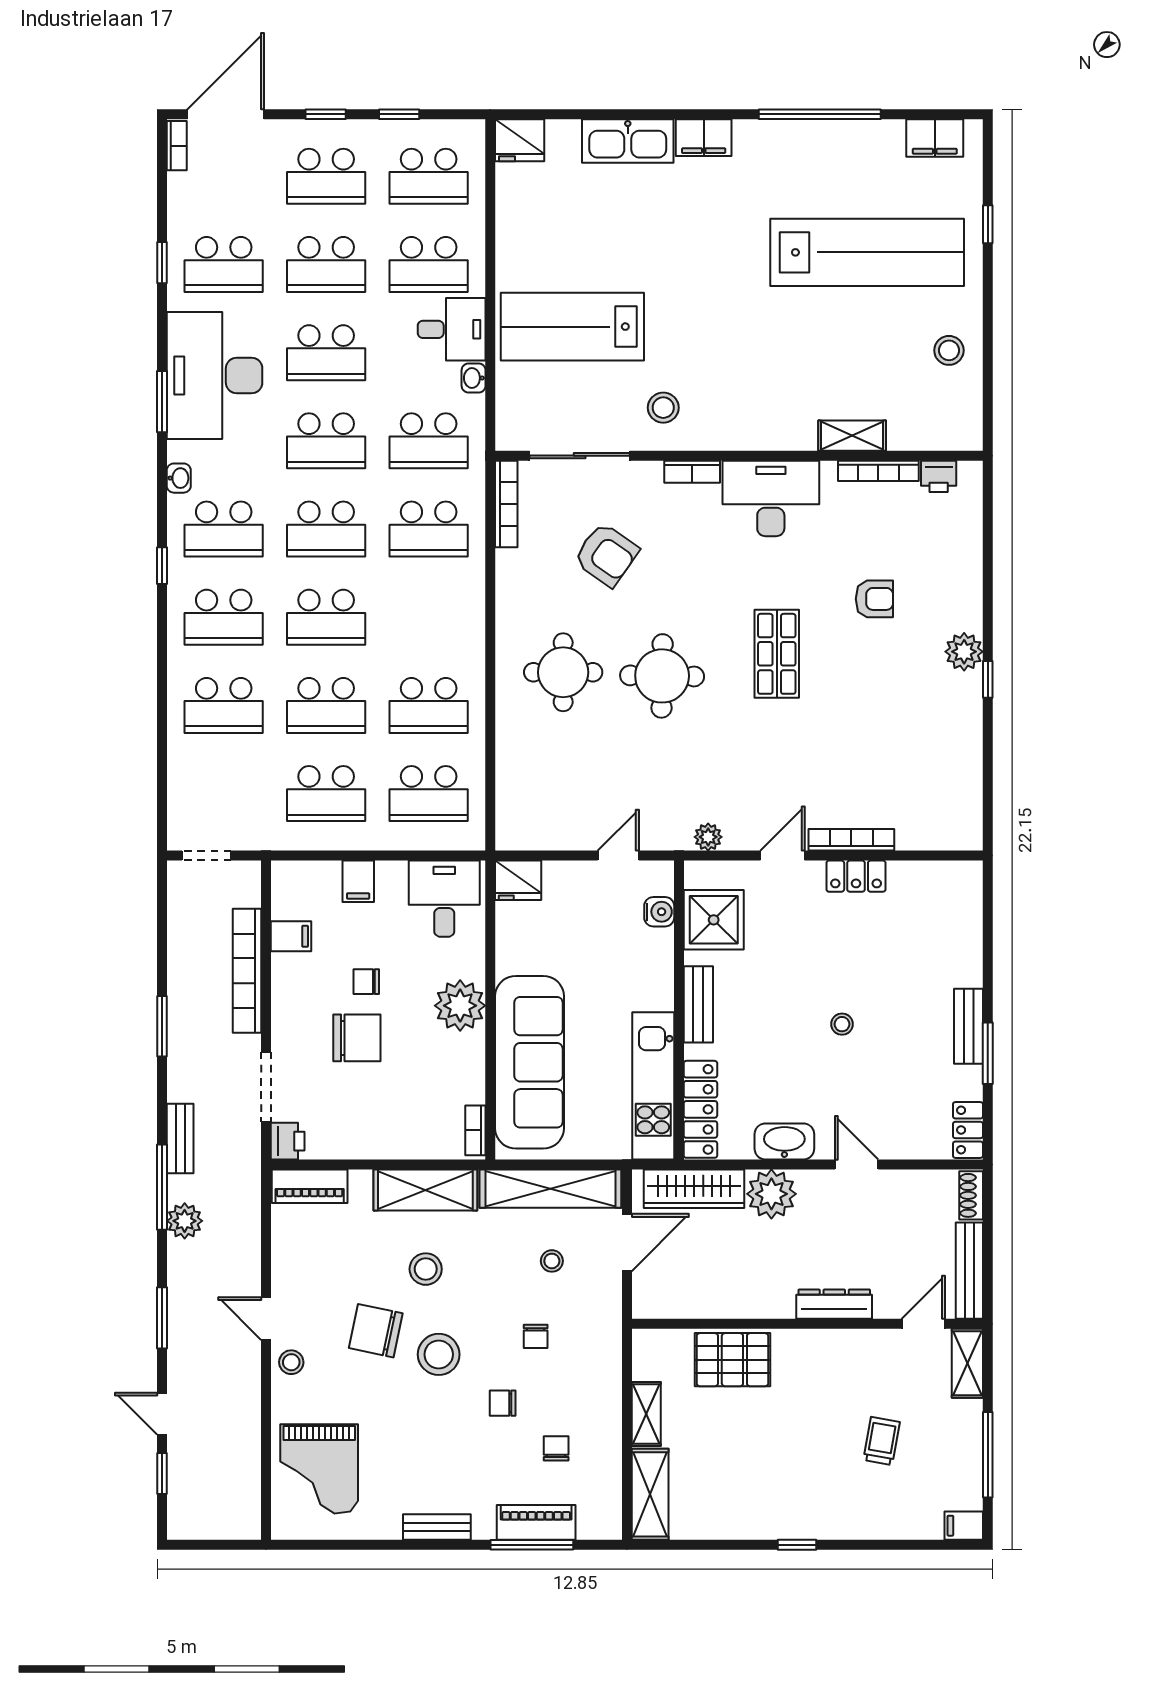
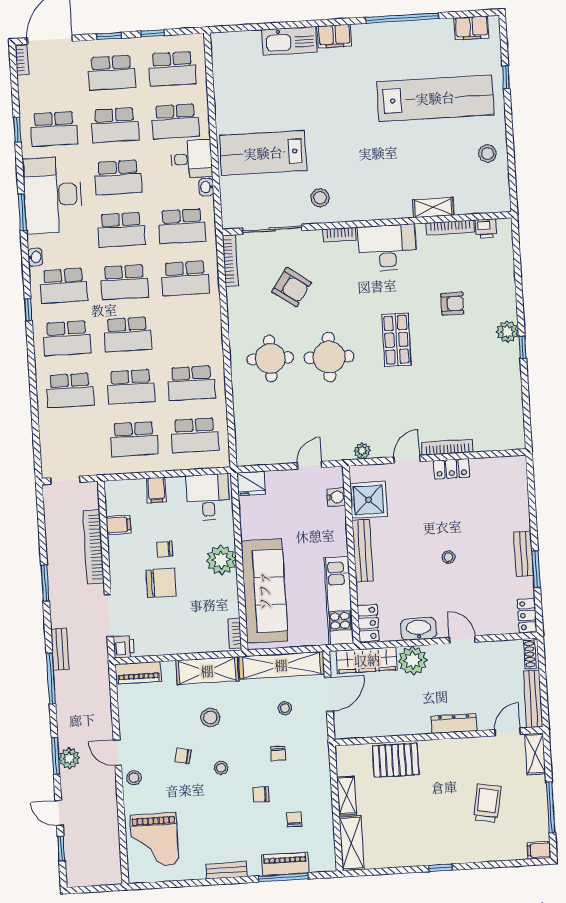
fridge: (520, 140) -> (225, 44), removed
bench: (698, 1004) -> (363, 551), width x1.36
locker: (700, 1109) -> (368, 623), width x0.66
plant: (185, 1221) -> (69, 758), moved
chair: (376, 1331) -> (183, 756), width x0.54, depth x0.54
stool: (439, 1354) -> (221, 768), width x0.53, depth x0.53
trolley: (882, 1441) -> (487, 803), width x1.36, depth x1.39

